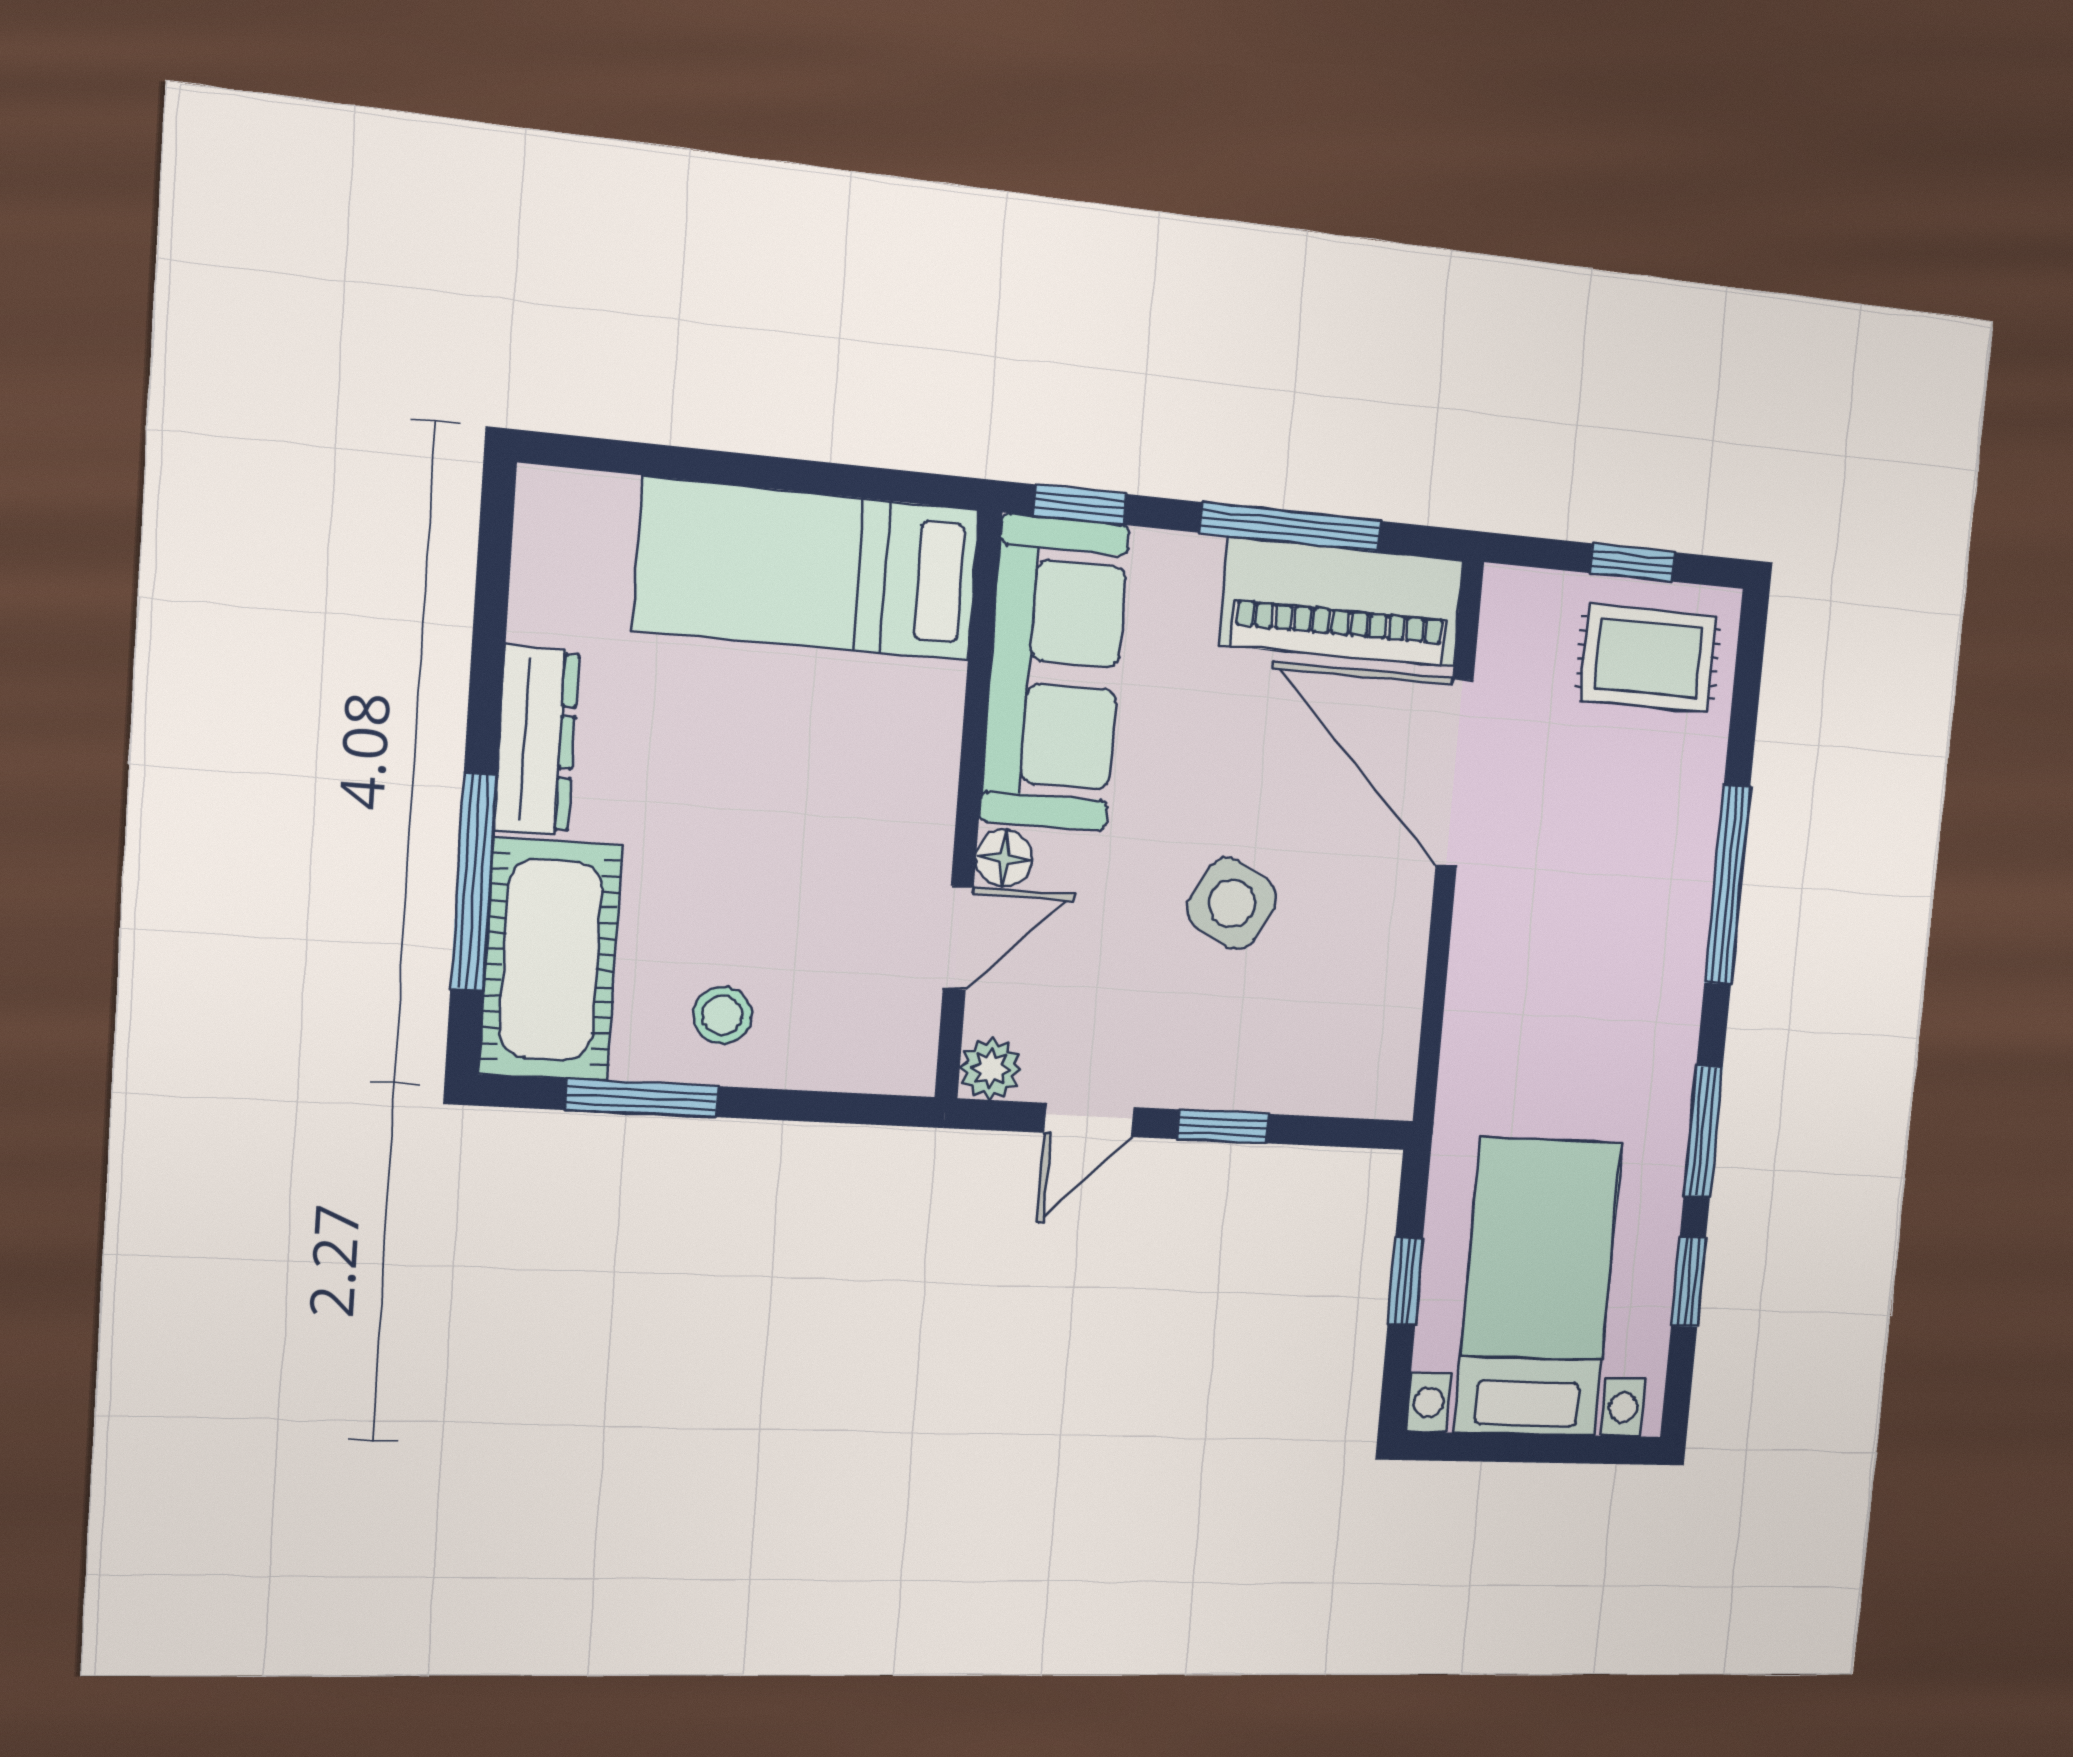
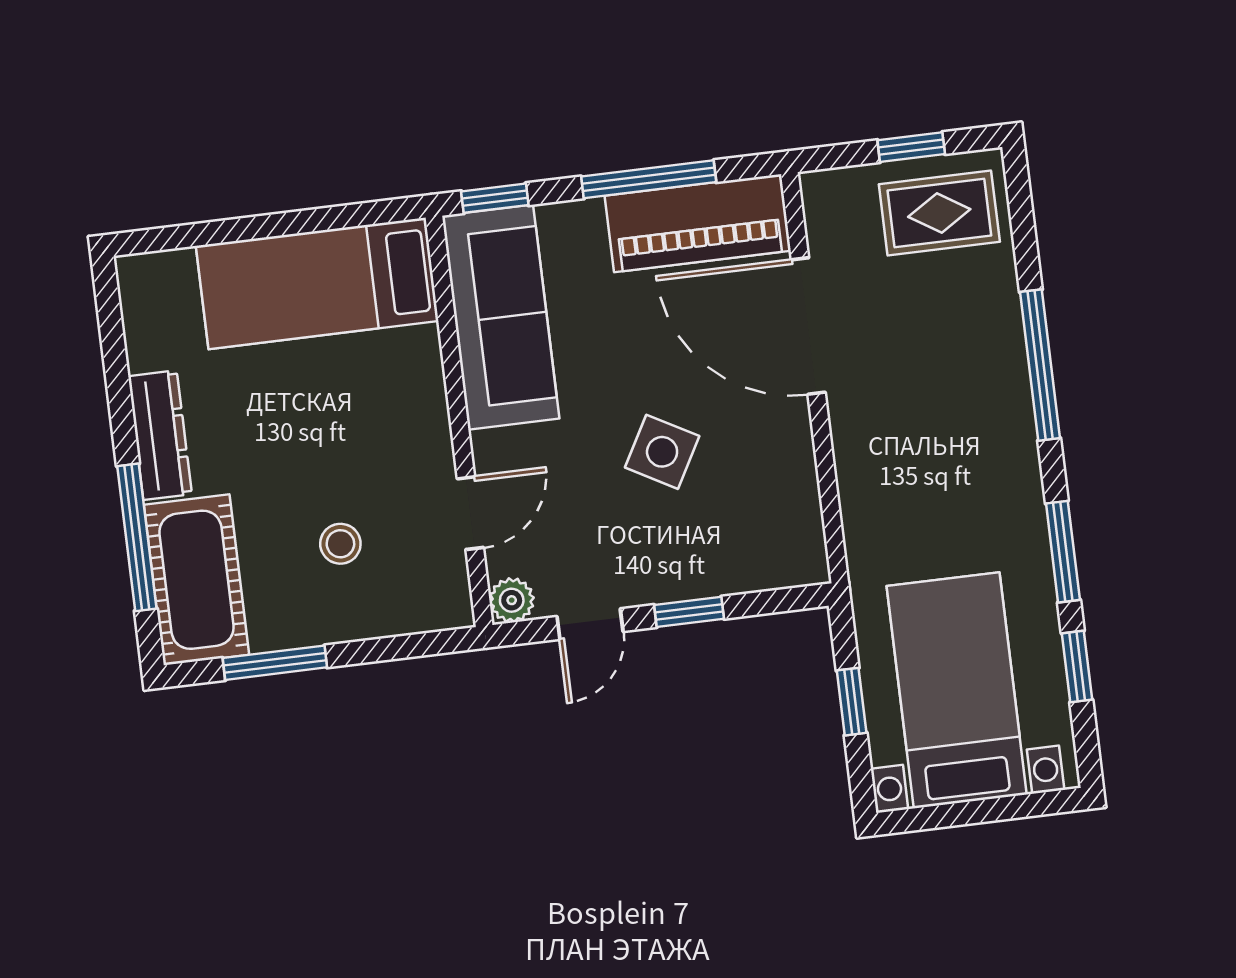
floor lamp: (1004, 858) -> (491, 452), removed
stool: (722, 1015) -> (340, 544), moved

